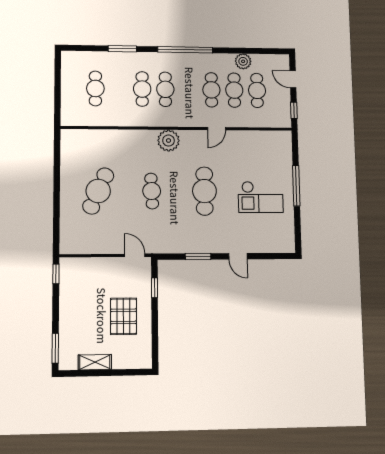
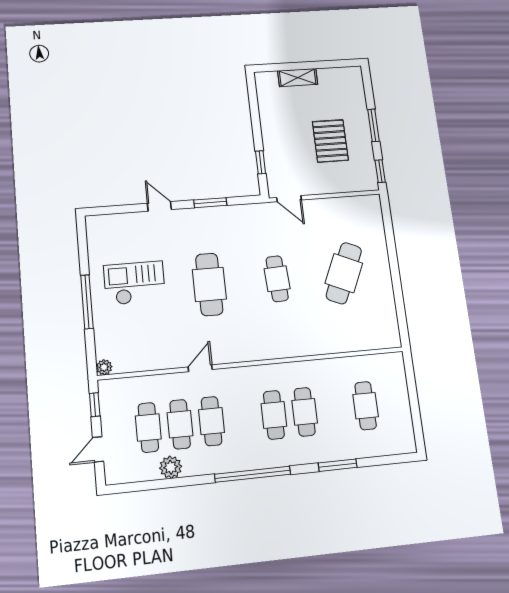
door: (293, 79) -> (98, 449), swing flipped
plant: (169, 141) -> (104, 367), moved, width x0.53, depth x0.53
pallet: (123, 316) -> (330, 141), moved
window: (55, 348) -> (373, 125), moved
shelving: (95, 362) -> (298, 78), moved

